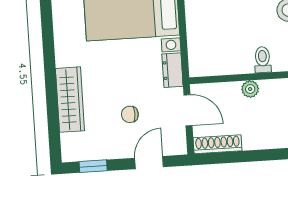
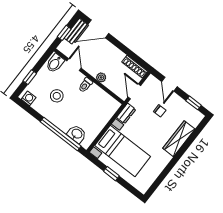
door: (149, 163) -> (169, 84), hinge flipped

